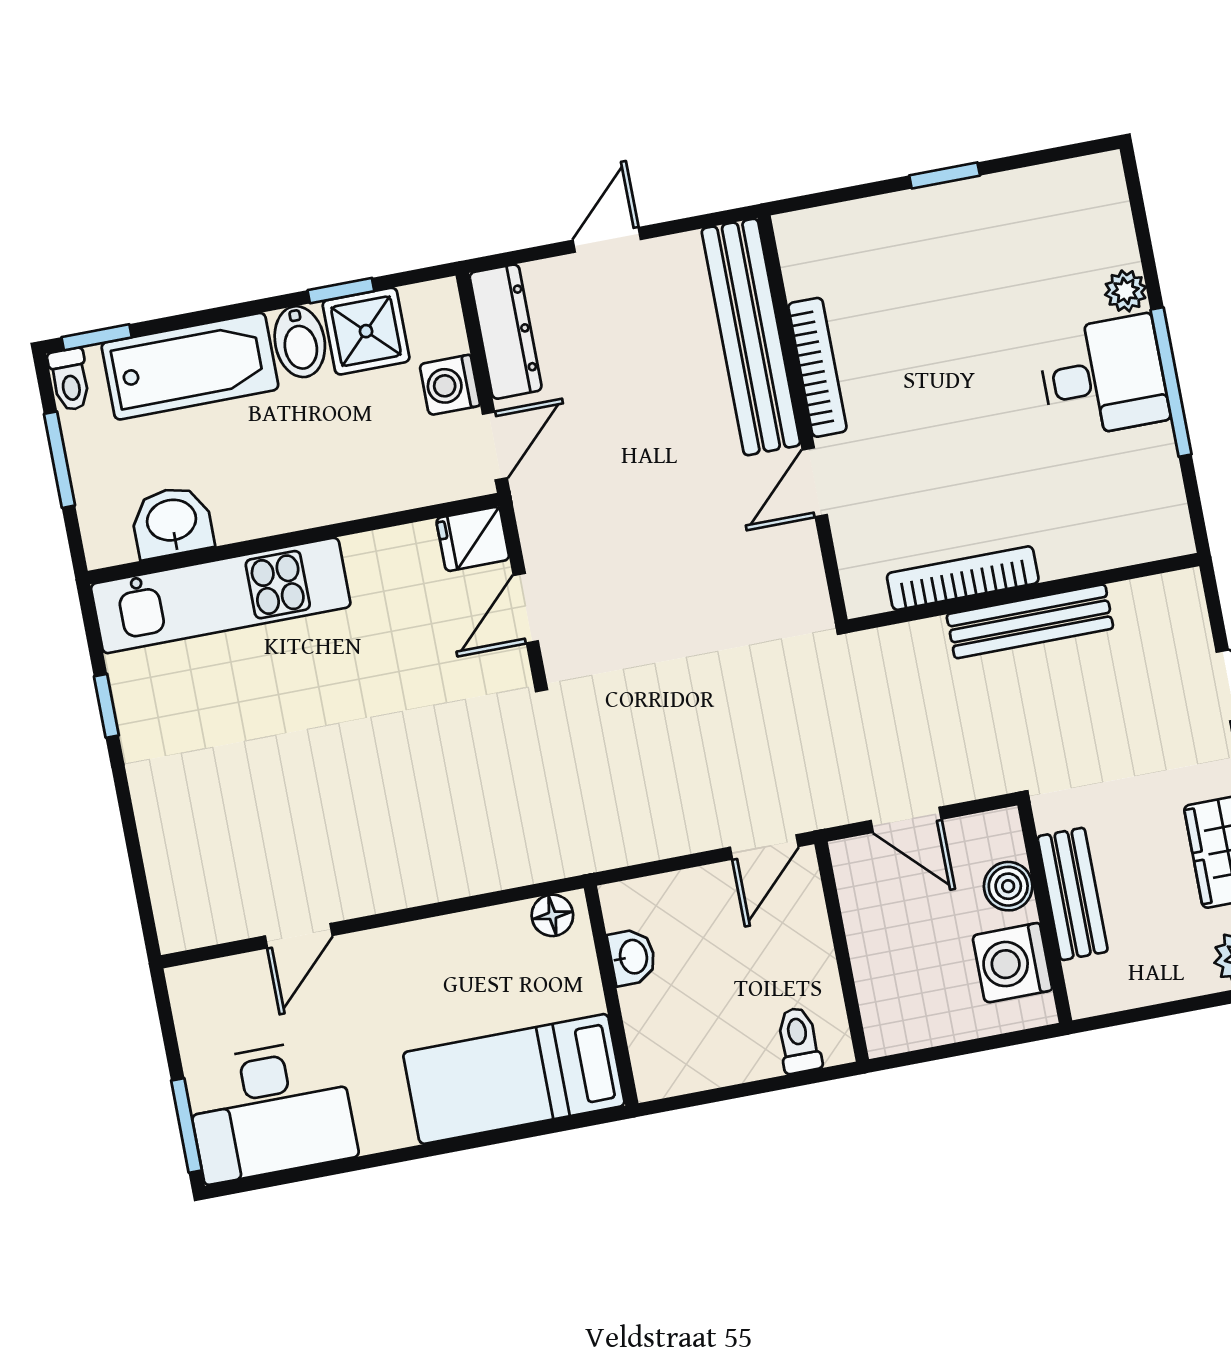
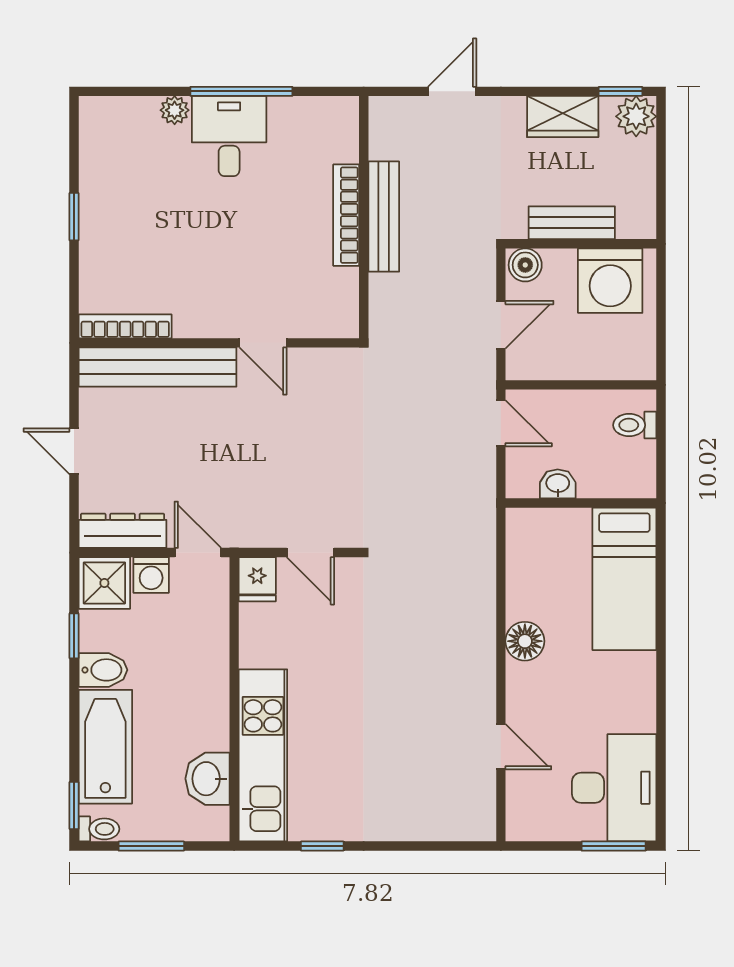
shower: (366, 331) -> (104, 583), moved
bookcase: (817, 367) -> (125, 326), moved
bookcase: (963, 578) -> (346, 215), moved
boiler: (1008, 886) -> (525, 265), moved
floor lamp: (552, 915) -> (525, 641), moved, width x1.37, depth x1.37
washbasin: (632, 957) -> (558, 484), moved
washing machine: (1012, 963) -> (610, 281), width x1.37, depth x1.37
wall: (611, 996) -> (581, 503), moved
bed: (514, 1079) -> (624, 579), moved

